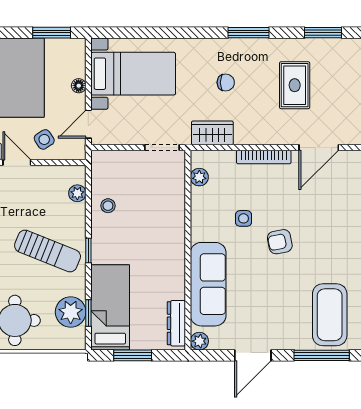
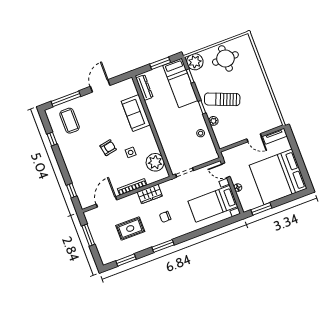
rug: (295, 85) -> (130, 229), turned 90
door: (88, 124) -> (226, 170), swing flipped
wardrobe: (212, 133) -> (150, 194), moved
side table: (44, 139) -> (245, 154), removed
plant: (199, 177) -> (155, 162), width x1.87, depth x1.87
plant: (77, 193) -> (213, 121), moved
sofa: (208, 284) -> (136, 113), width x0.73
plant: (71, 312) -> (195, 62), moved
coffee table: (330, 315) -> (70, 121), width x0.73, depth x0.76
plant: (199, 341) -> (130, 83), removed

